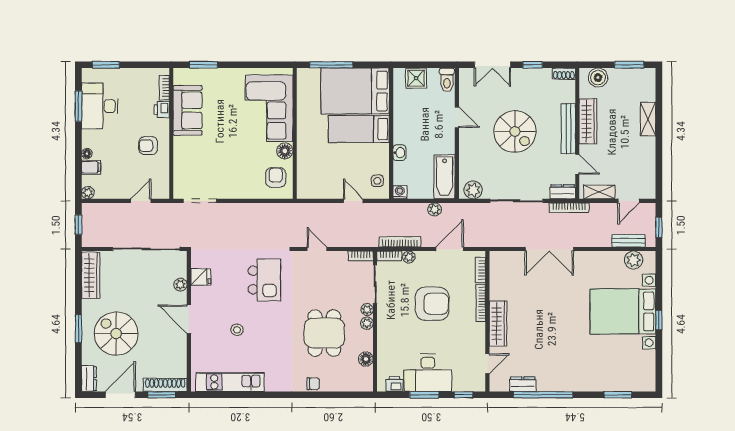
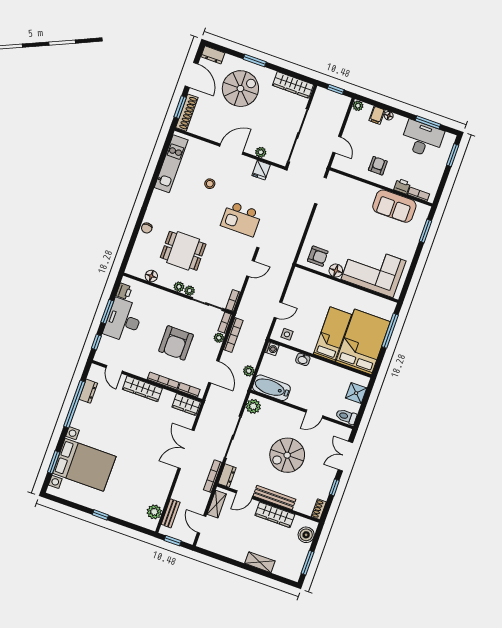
wardrobe: (498, 267) -> (186, 404), added
bed with nightstands: (623, 311) -> (84, 465), moved, turned 90

